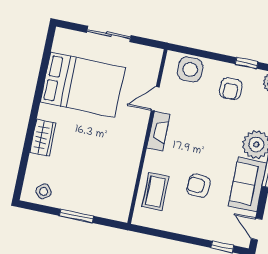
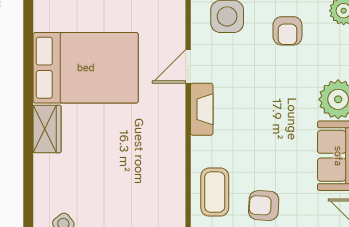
wardrobe: (43, 138) -> (47, 129), moved
armchair: (198, 186) -> (264, 206), moved

